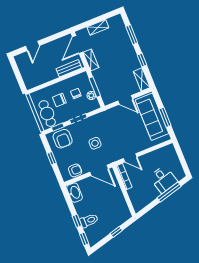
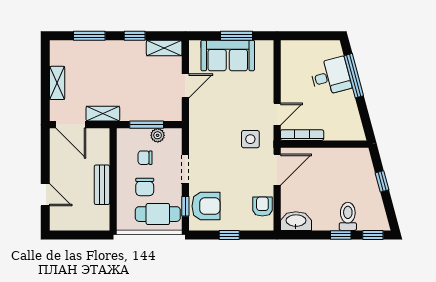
bench: (69, 68) -> (102, 185), moved
sofa: (152, 117) -> (228, 55), width x0.73
side table: (95, 143) -> (250, 139), moved

